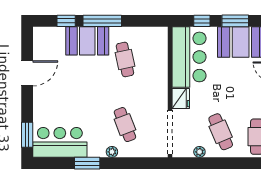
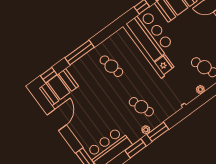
window: (66, 21) -> (49, 75), moved
booth: (87, 41) -> (59, 87), moved
window: (123, 163) -> (158, 132), added

